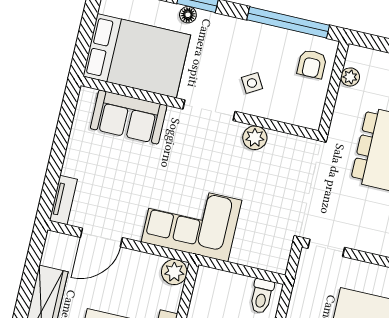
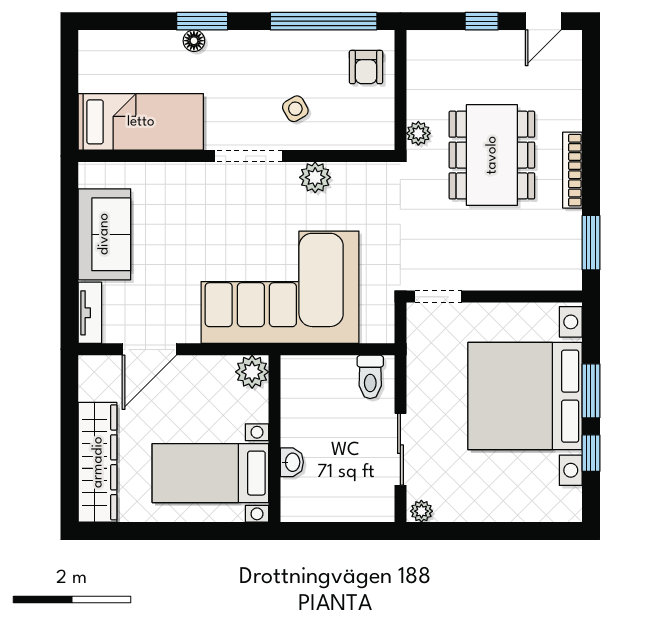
bed: (137, 56) -> (141, 122), width x0.67
plant: (350, 77) -> (418, 133), moved
sofa: (129, 117) -> (104, 234), moved, turned -90
corner sofa: (192, 221) -> (280, 287), width x1.36, depth x1.36

